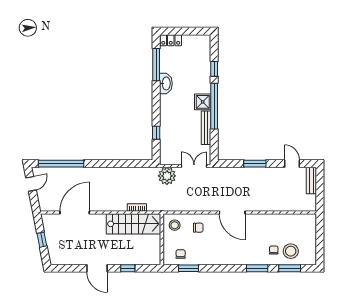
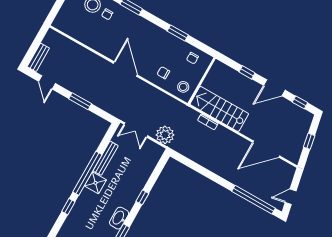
window: (156, 133) -> (142, 197), moved
window: (68, 268) -> (300, 102), added
door: (97, 268) -> (274, 88), swing flipped
window: (188, 268) -> (178, 33), moved

